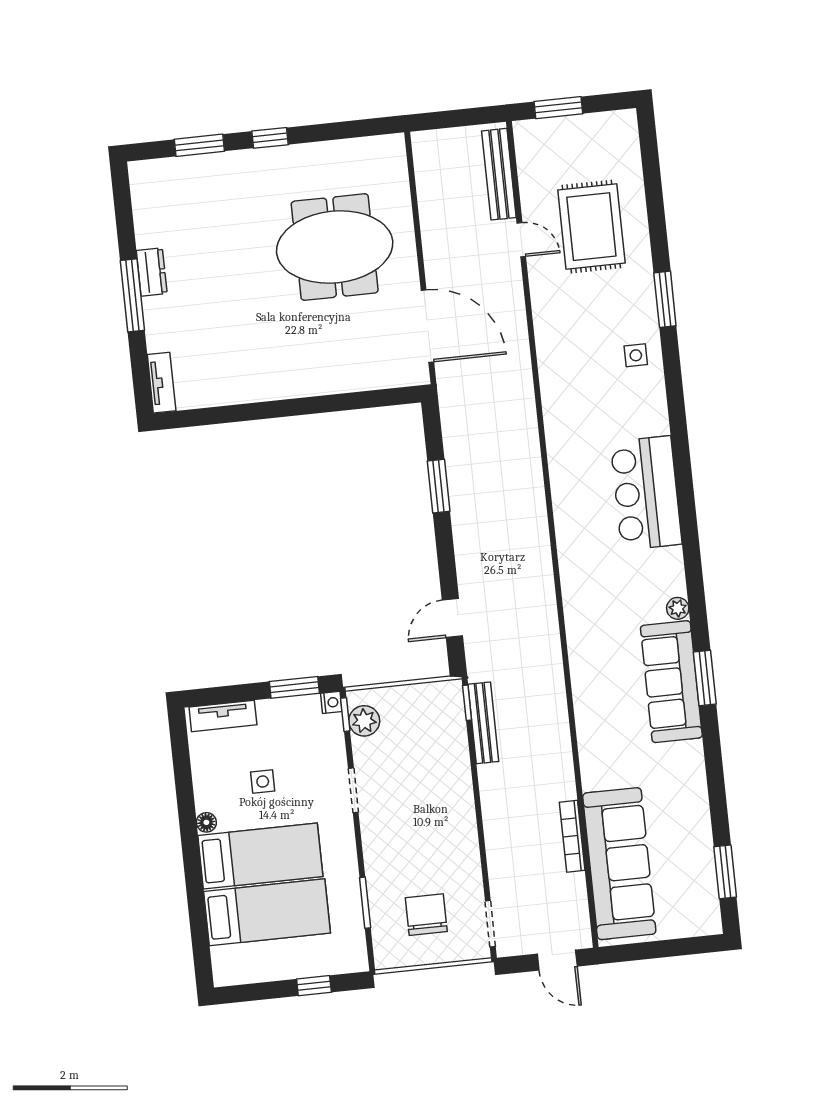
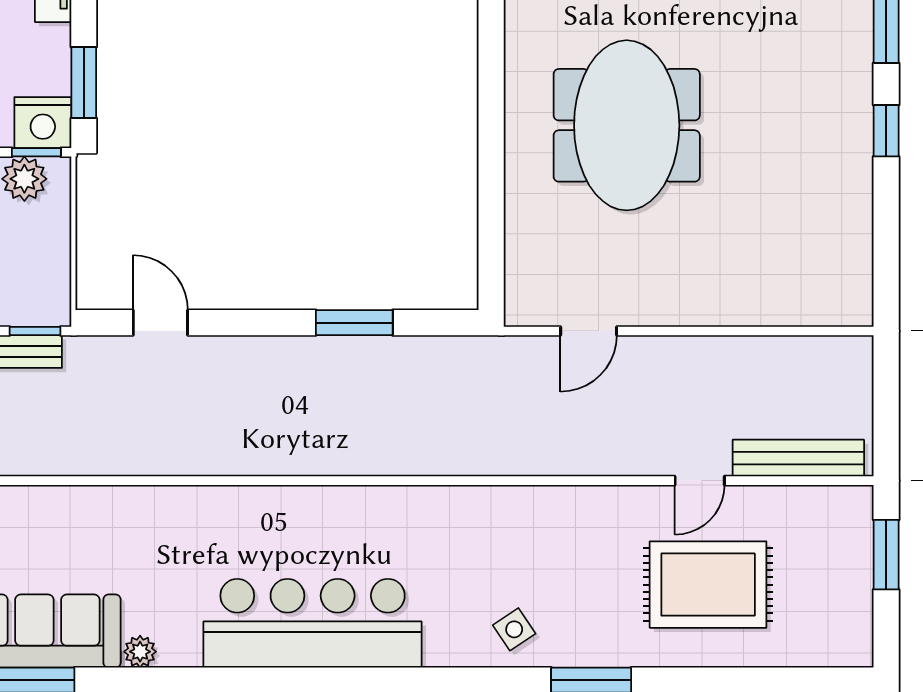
meeting table: (335, 247) -> (627, 125), moved
door: (427, 326) -> (589, 331), width x0.53
side table: (636, 355) -> (514, 629), turned -34
bar counter: (646, 493) -> (313, 623), width x1.36
nightstand: (331, 702) -> (43, 123), width x1.89, depth x1.79

